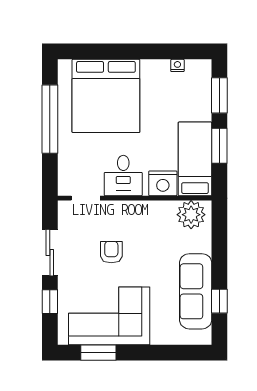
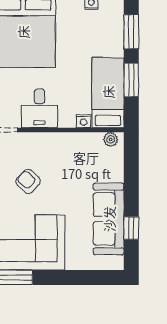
nightstand: (163, 183) -> (84, 121), width x0.53, depth x0.56
plant: (191, 215) -> (111, 139), width x0.53, depth x0.53
armchair: (111, 252) -> (28, 181), turned -47

